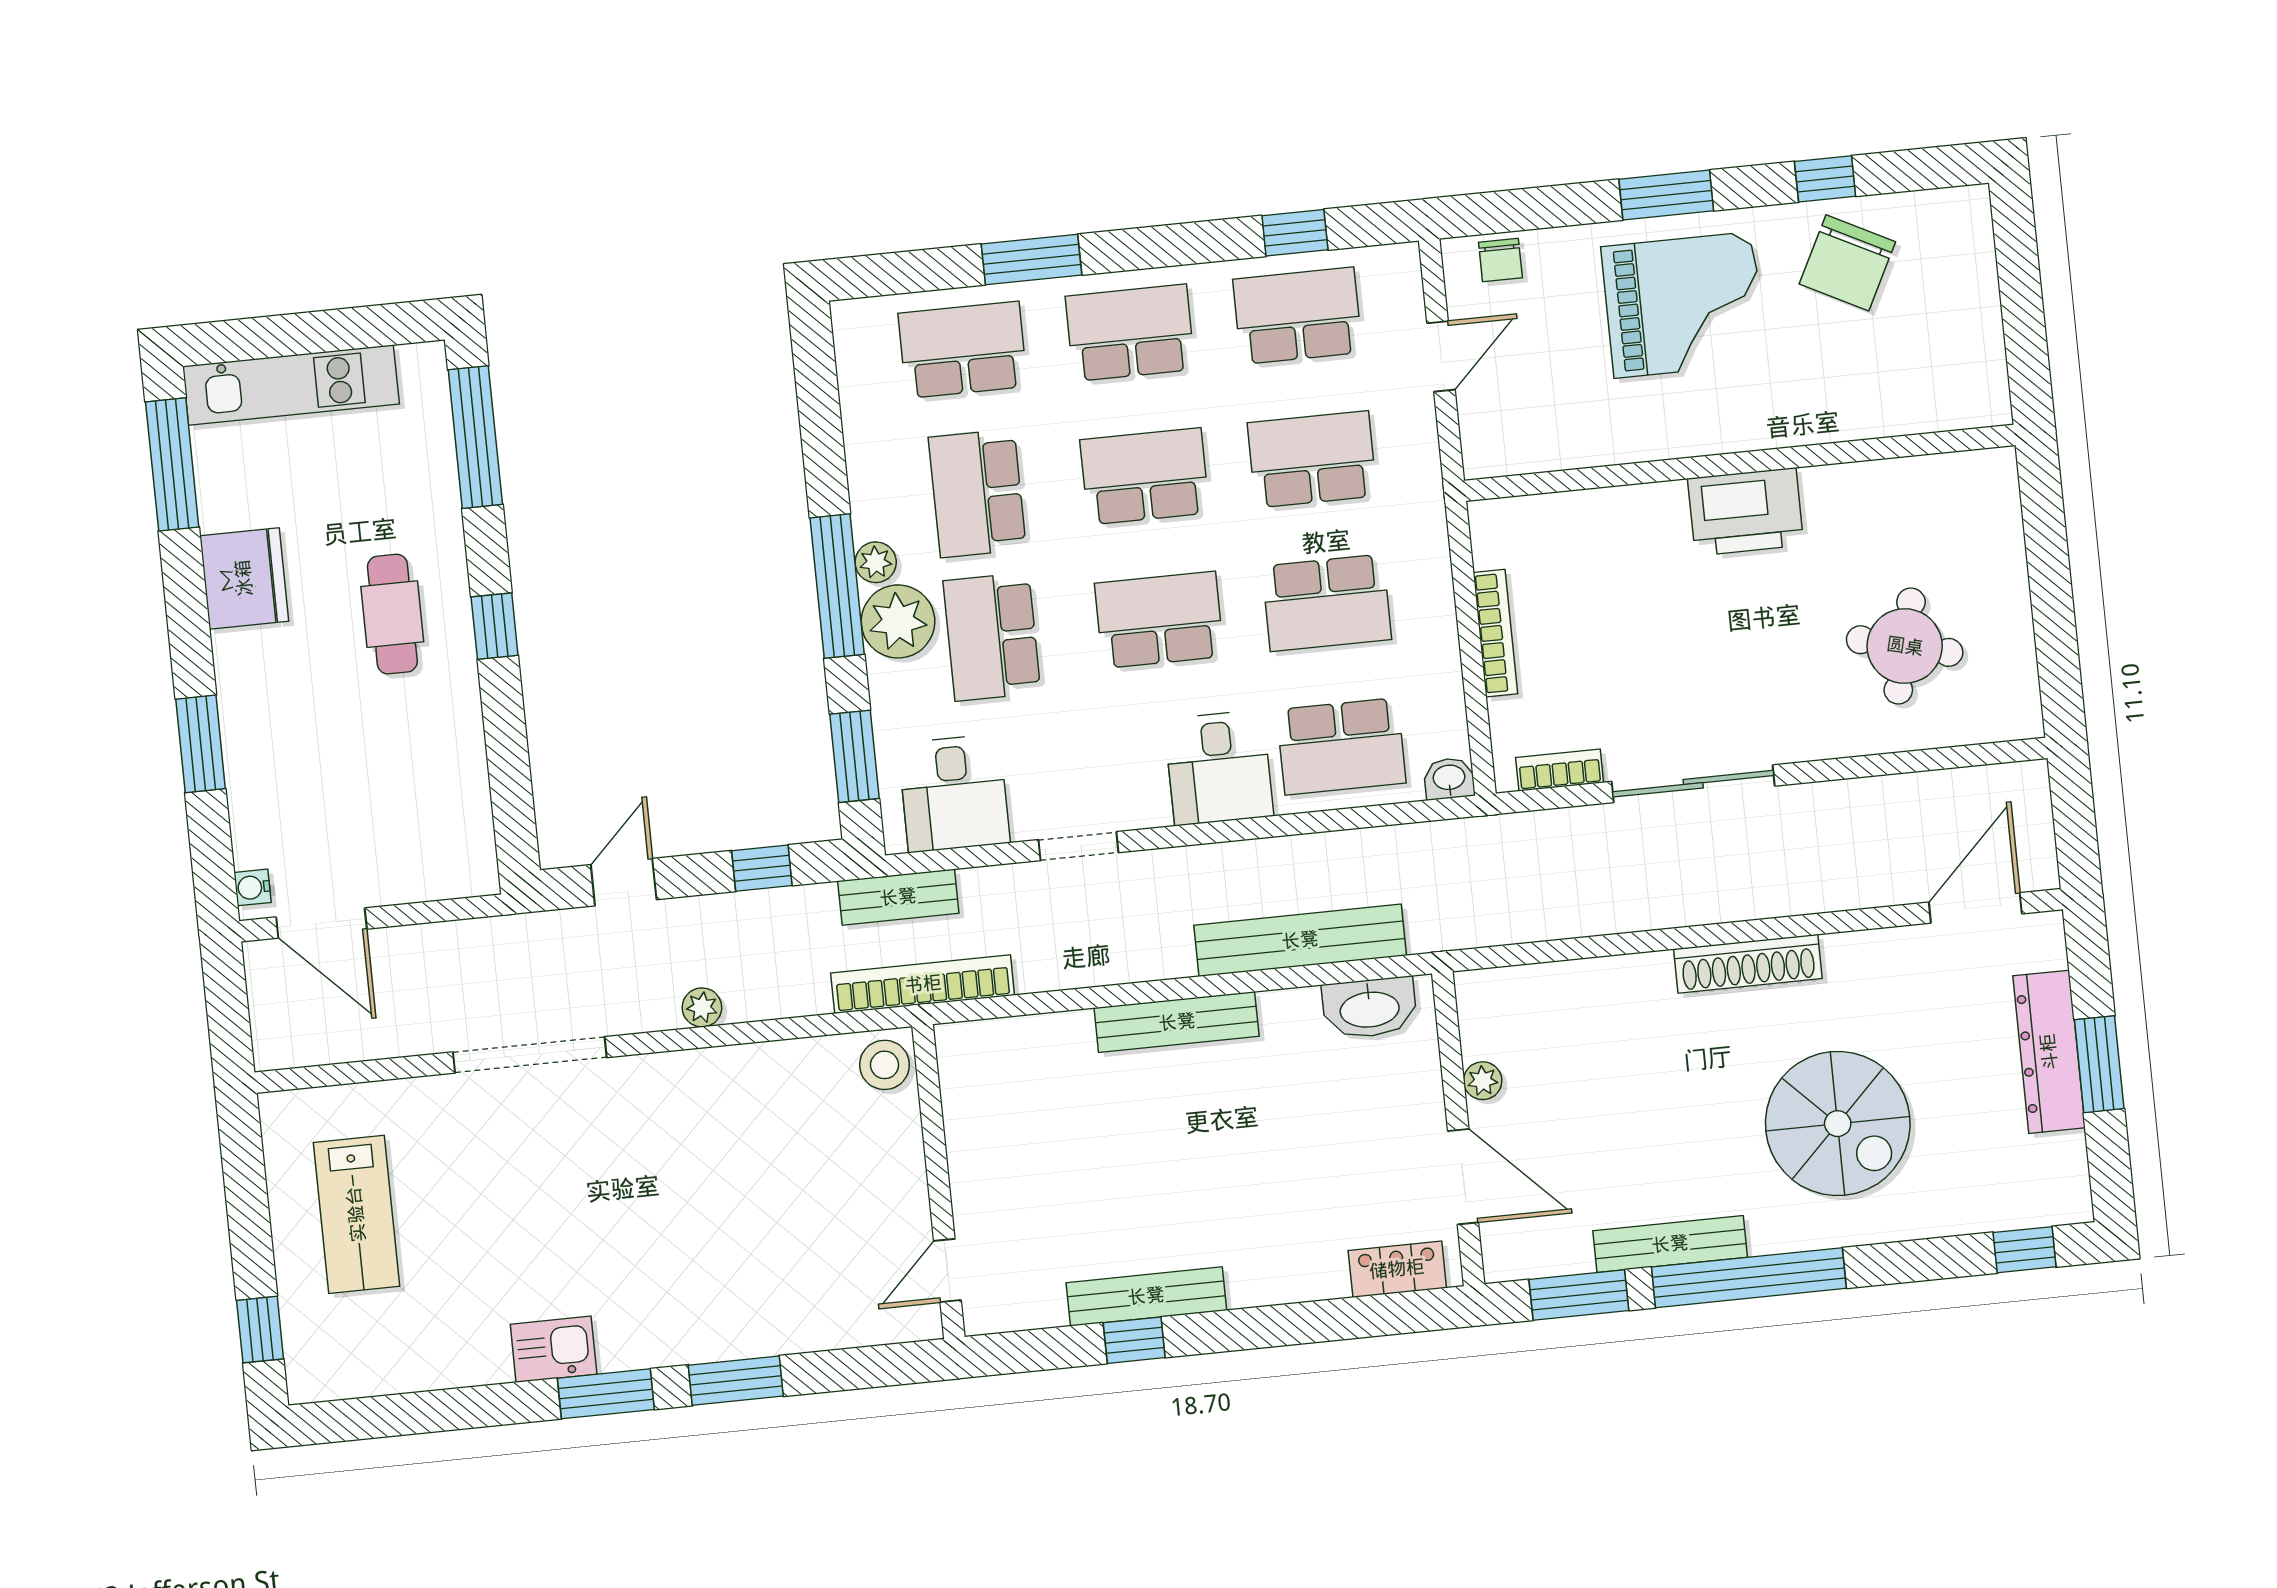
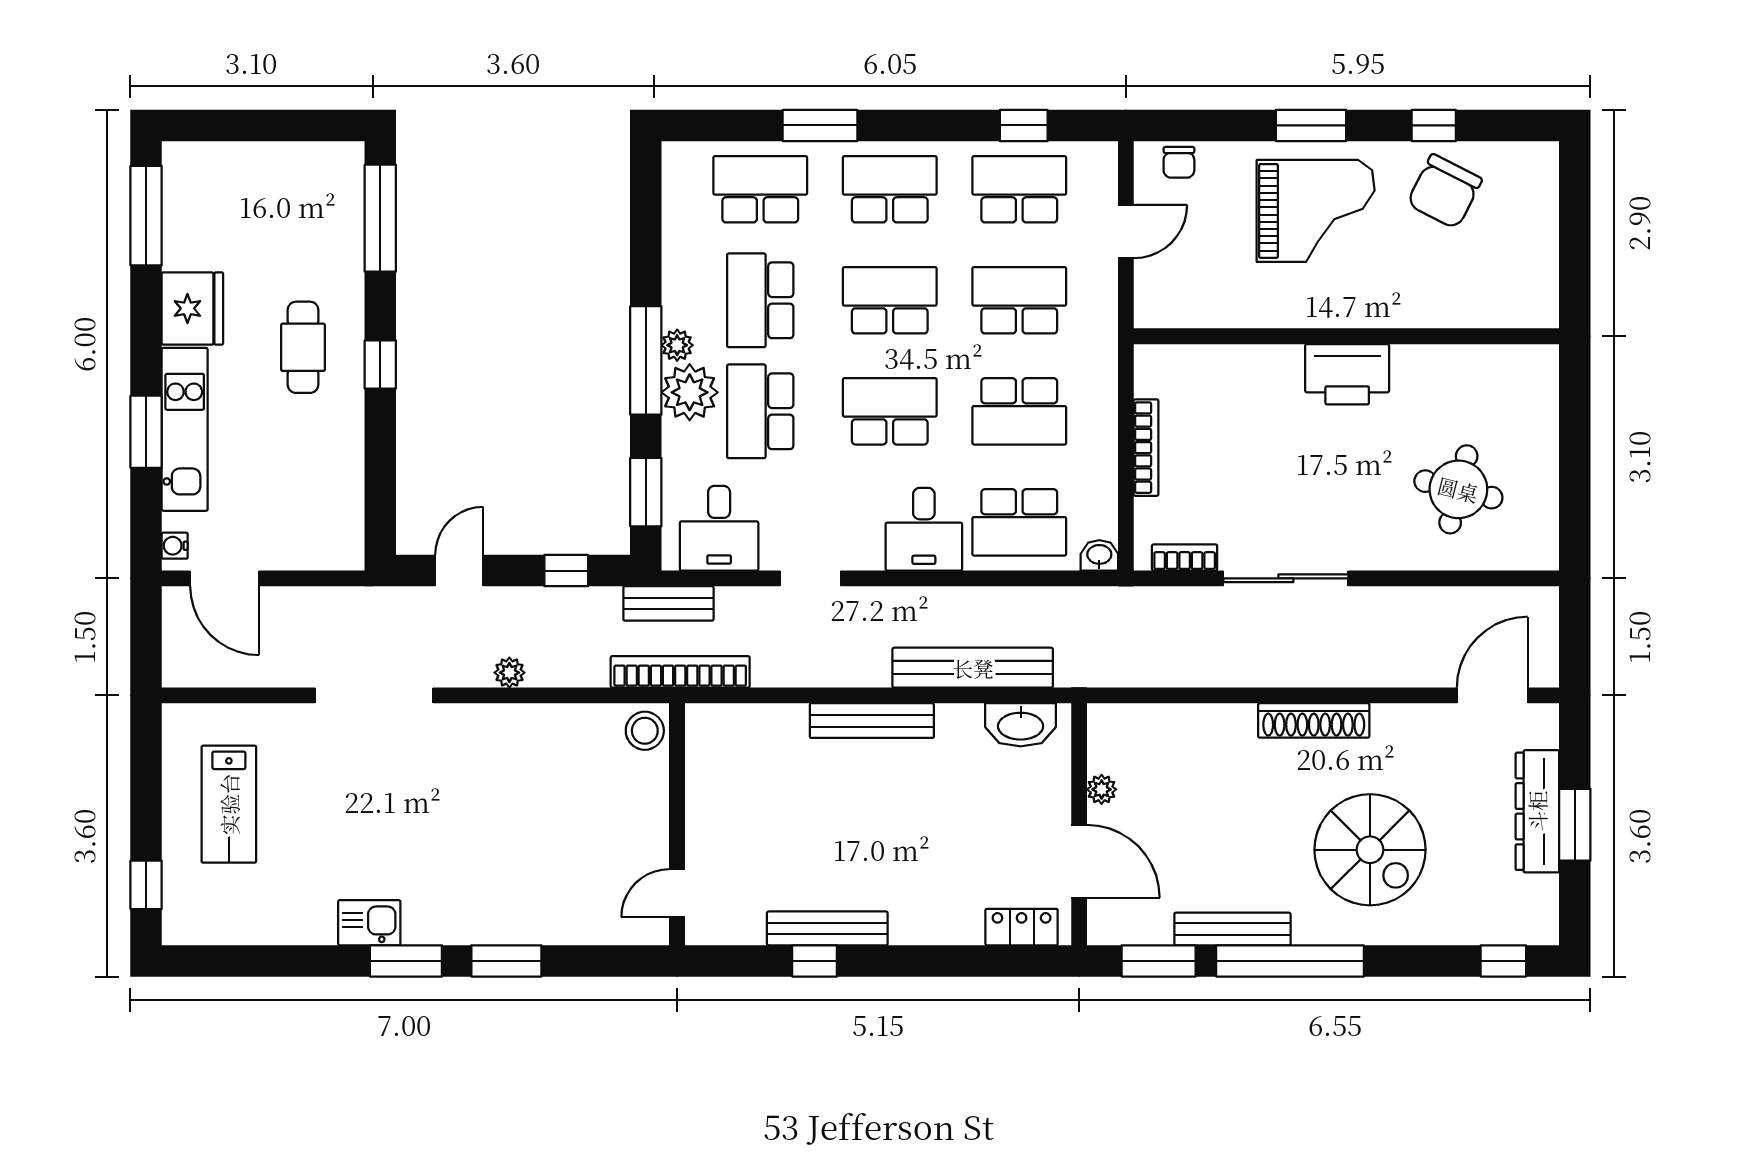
kitchen unit: (291, 385) -> (185, 429), moved, turned -90

